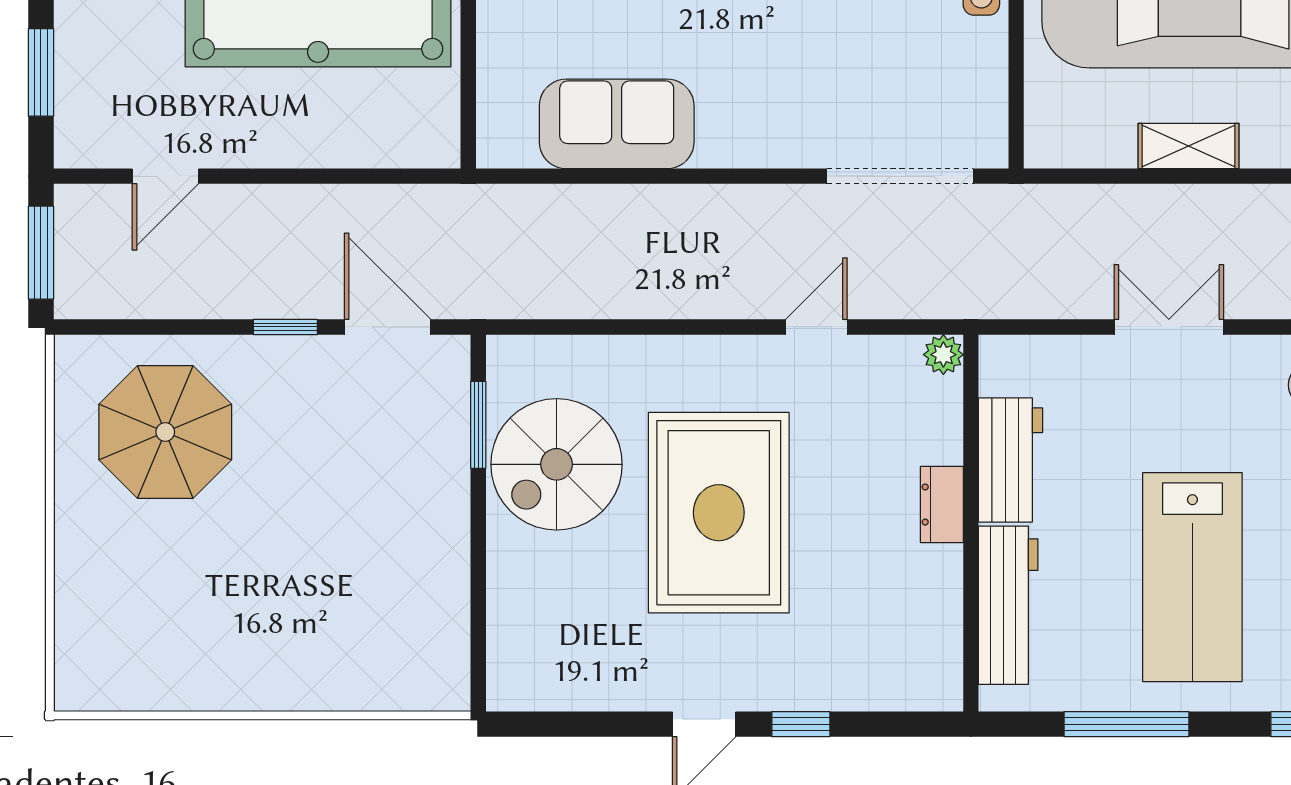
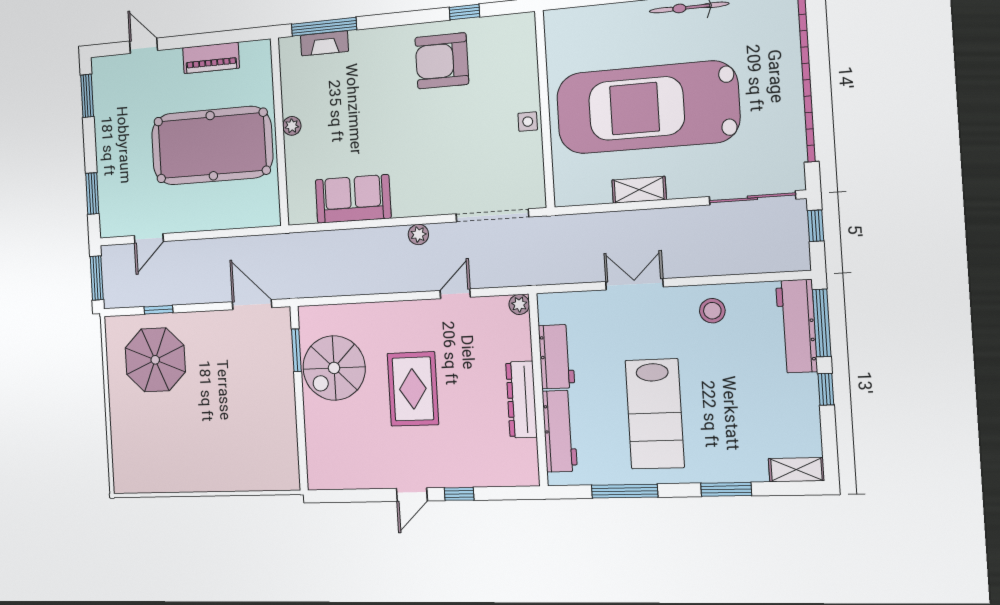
plant: (748, 204) -> (418, 234), added
window: (285, 327) -> (158, 310), moved
dresser: (942, 505) -> (521, 400), width x1.96, depth x1.24
rug: (719, 513) -> (413, 389), width x0.73, depth x0.69

